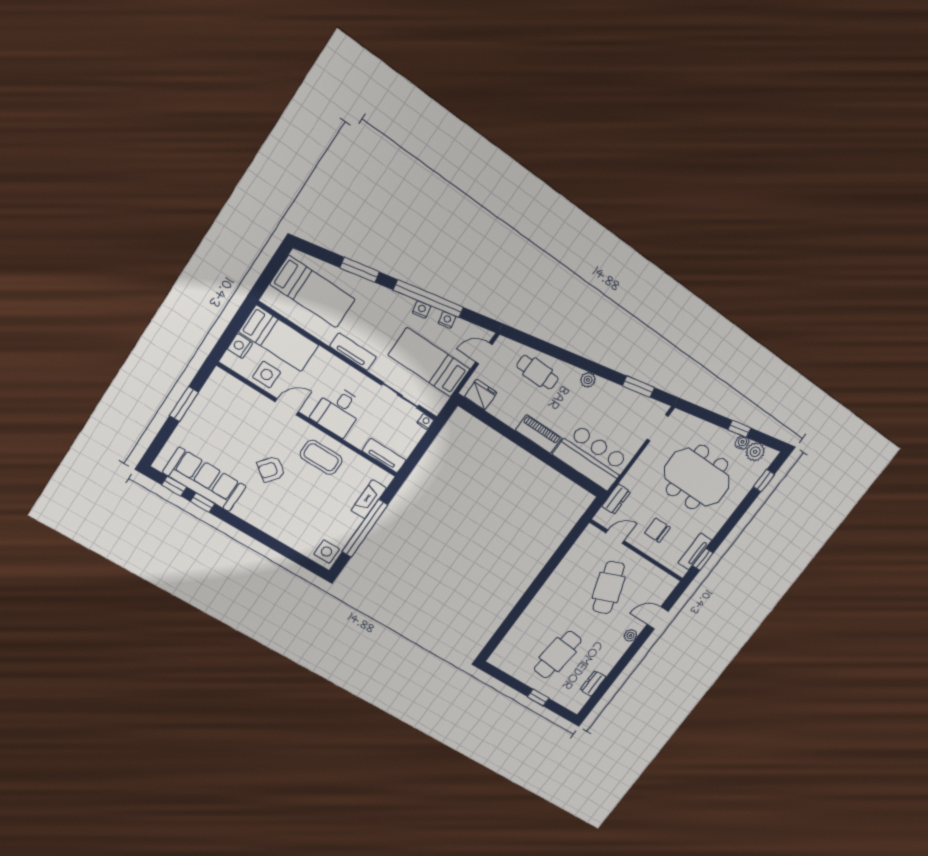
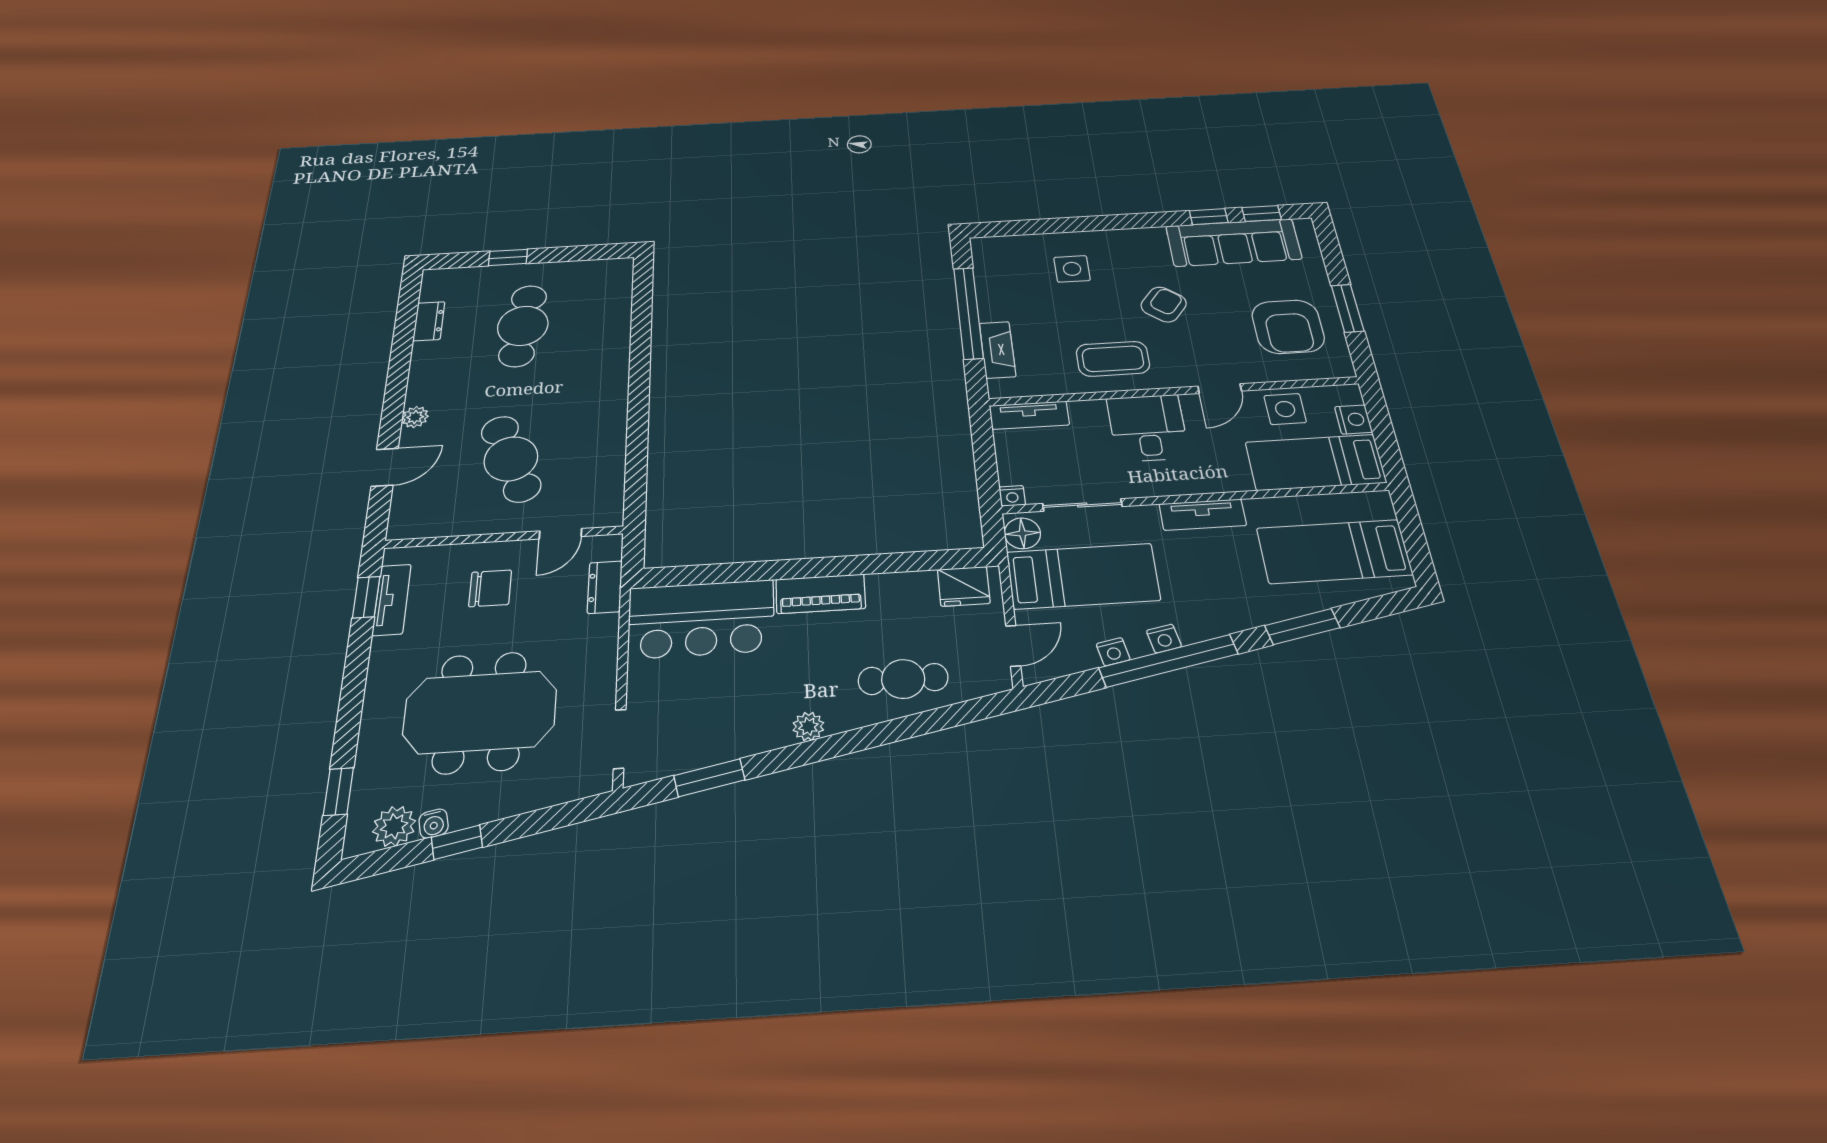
floor lamp: (437, 401) -> (1022, 533), added
armchair: (223, 415) -> (1288, 327), added
side table: (327, 552) -> (1072, 269), moved

